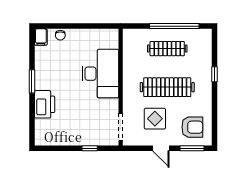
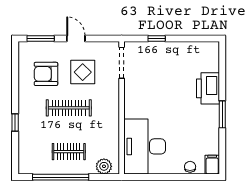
plant: (136, 36) -> (104, 166), added
clothes rail: (167, 49) -> (69, 152), width x0.73
desk: (100, 74) -> (145, 146), moved
clothes rail: (167, 87) -> (69, 108), width x0.73, depth x0.76
armchair: (192, 127) -> (46, 74), moved

